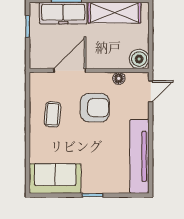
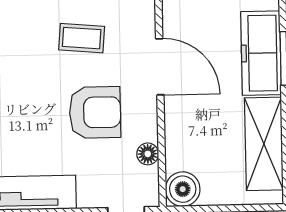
armchair: (95, 108) -> (95, 112), turned -90

